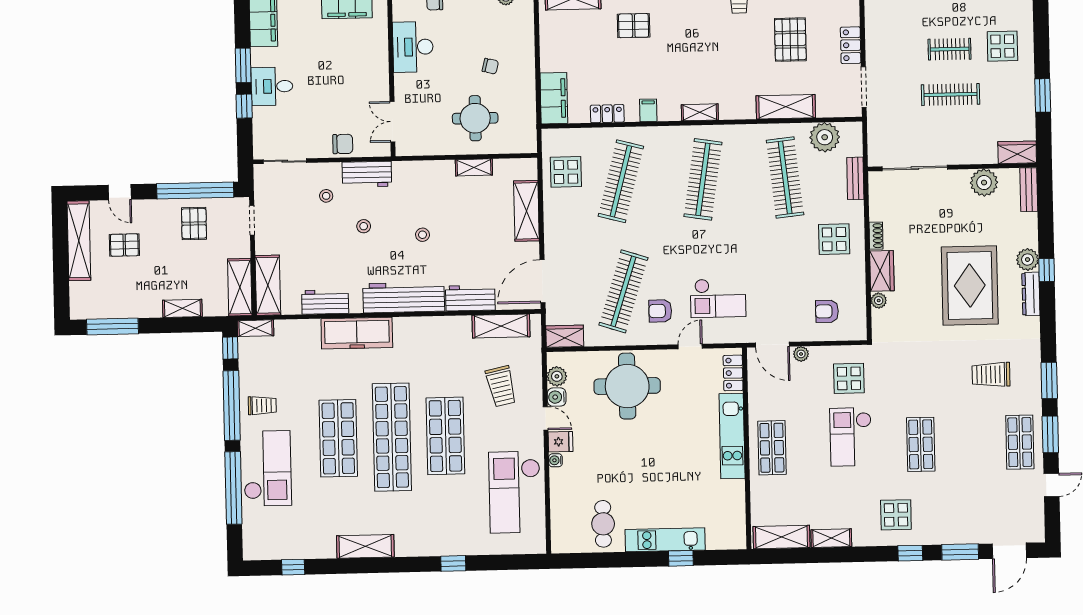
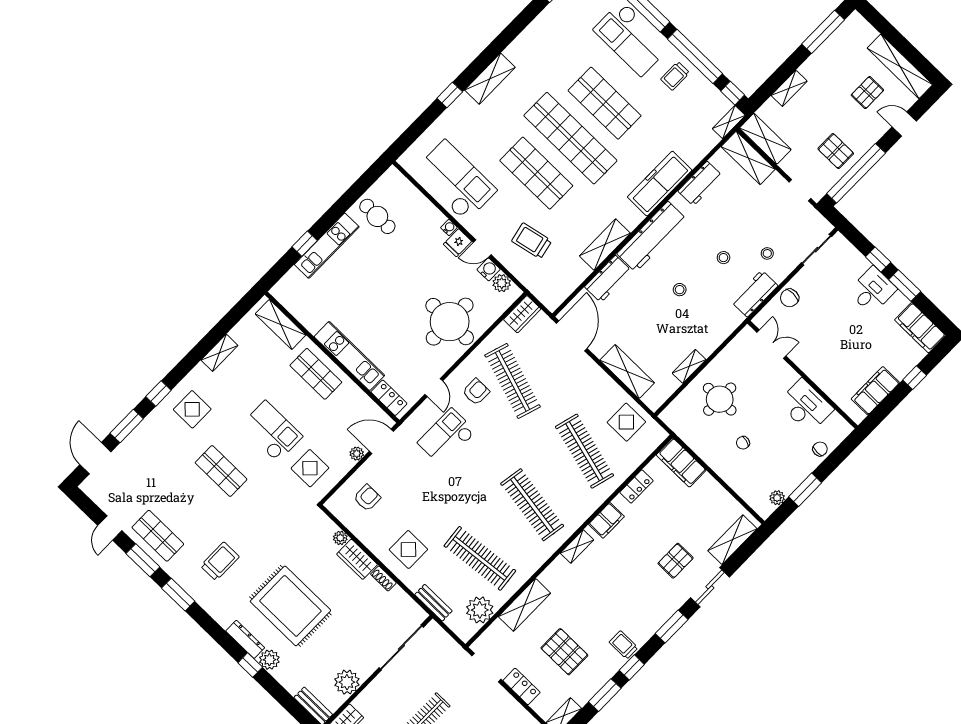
filing cabinet: (648, 110) -> (606, 520), width x2.00
shelving: (501, 326) -> (605, 245), moved
shelving: (782, 537) -> (281, 324), moved, turned 90
shelving: (365, 546) -> (490, 79), moved

